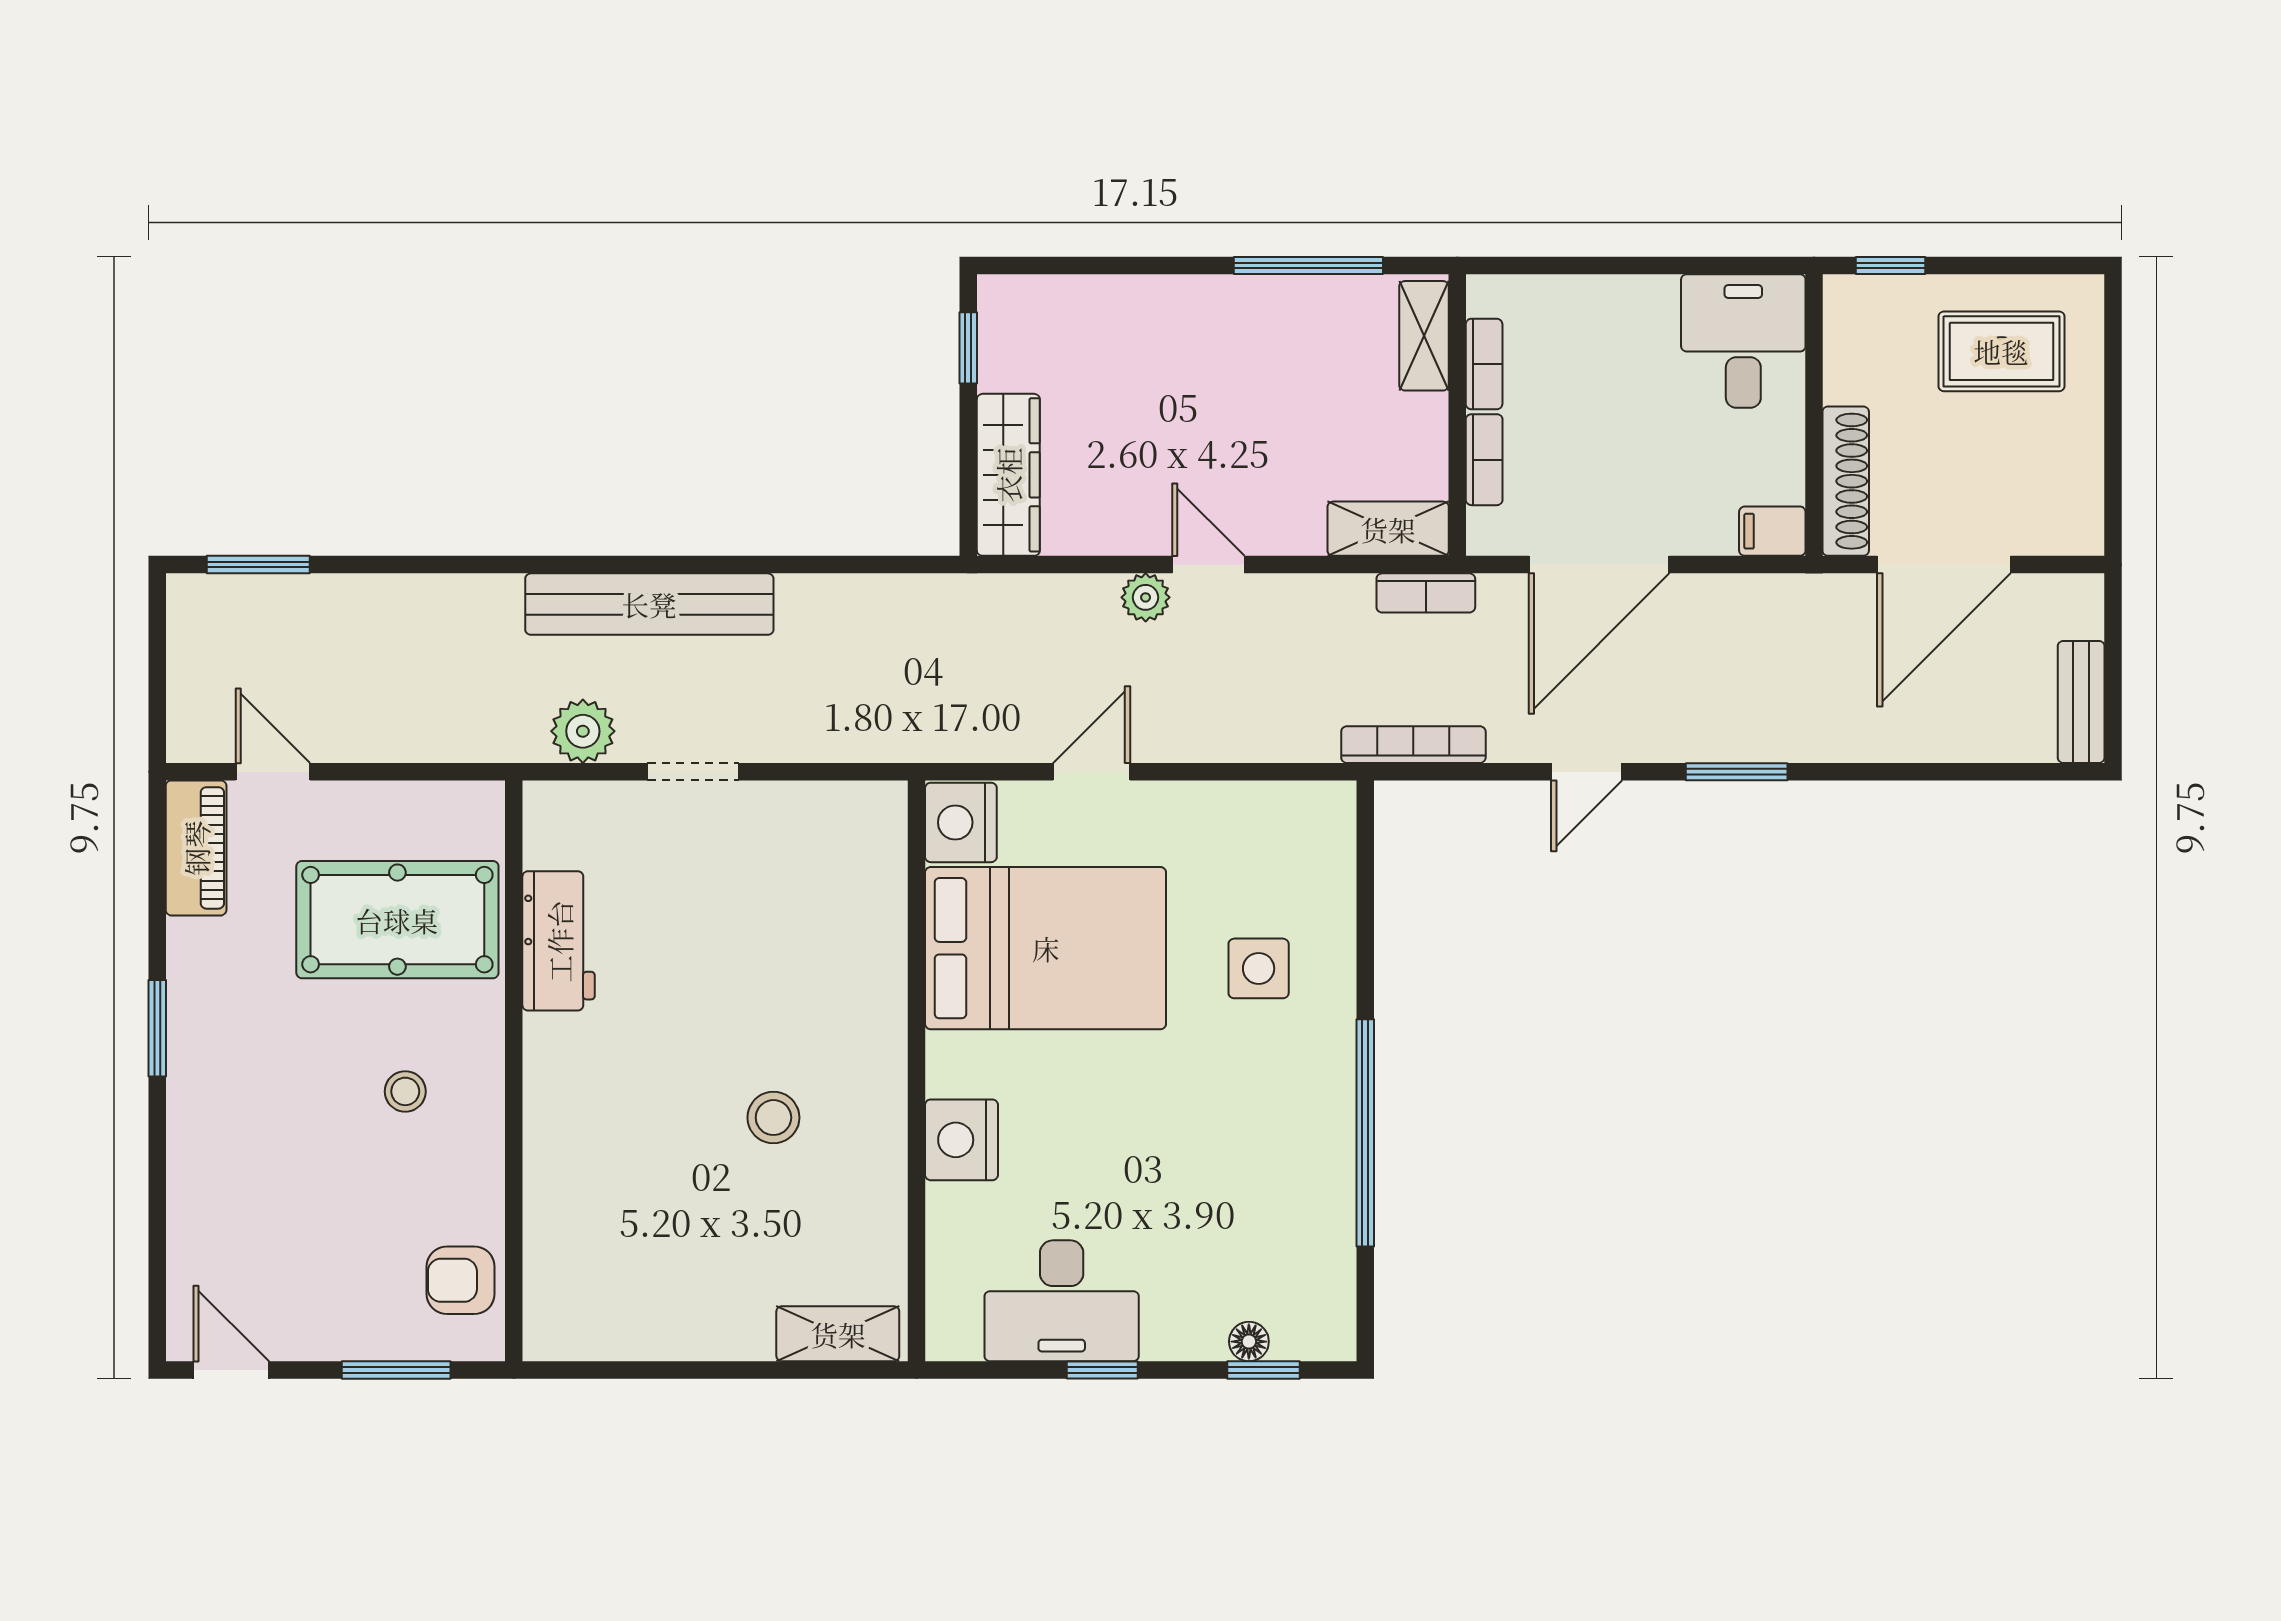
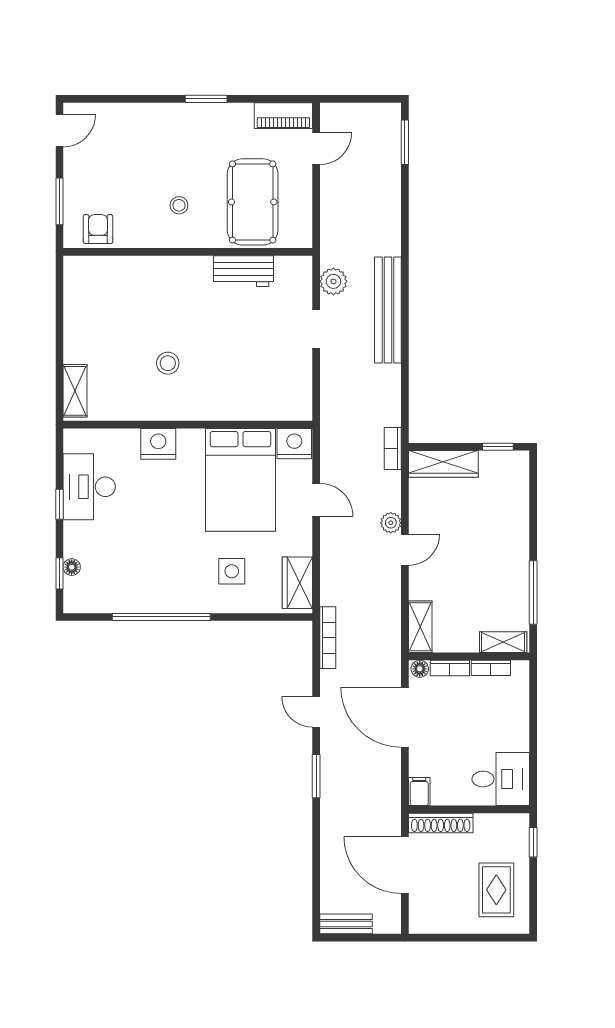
floor lamp: (1486, 530) -> (420, 669), added
bookcase: (1426, 593) -> (393, 448), moved
wardrobe: (1286, 815) -> (297, 583), added

